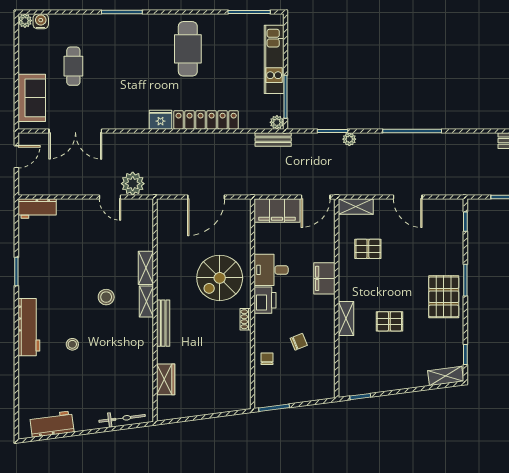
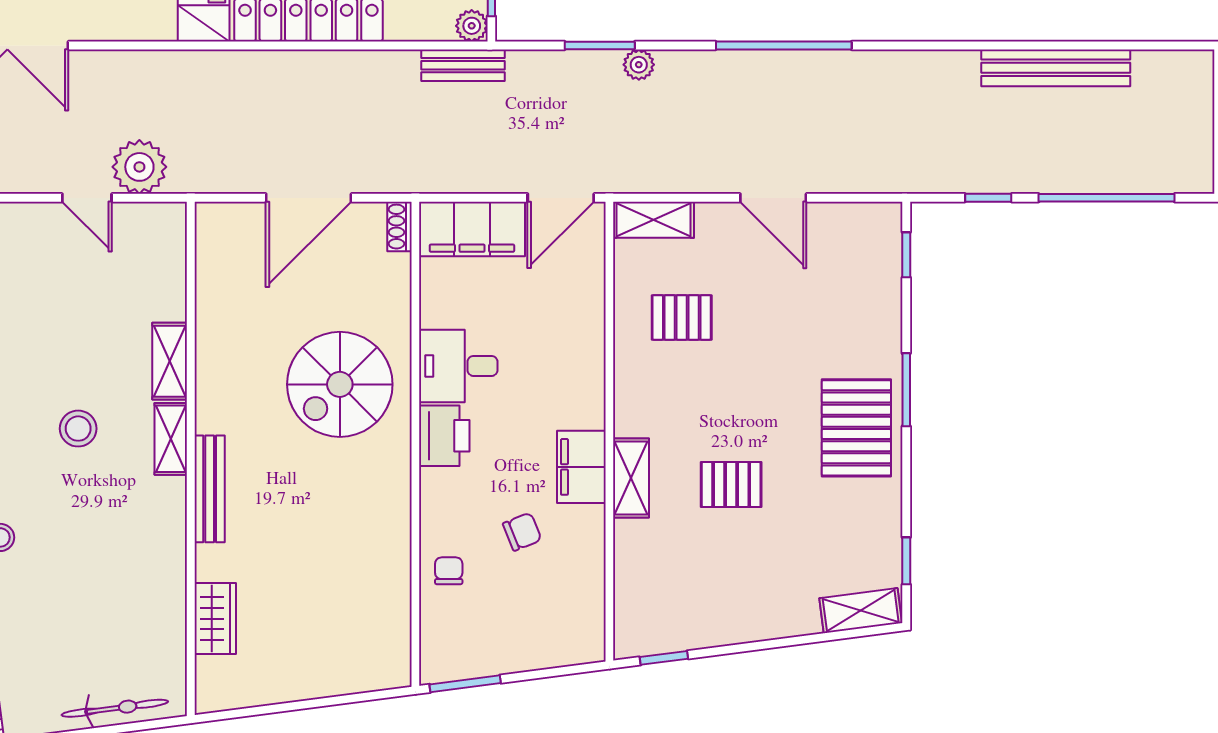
filing cabinet: (324, 278) -> (581, 467), moved
shoe rack: (246, 319) -> (399, 227), moved

